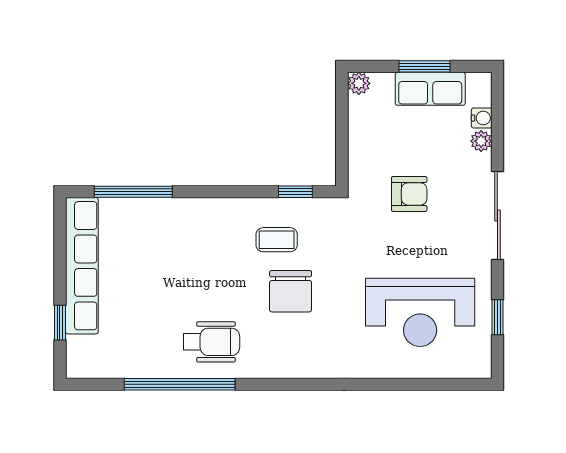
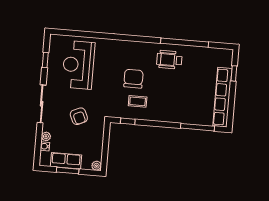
armchair: (409, 194) -> (79, 116), turned -114
reception desk: (420, 312) -> (78, 65), turned -90

